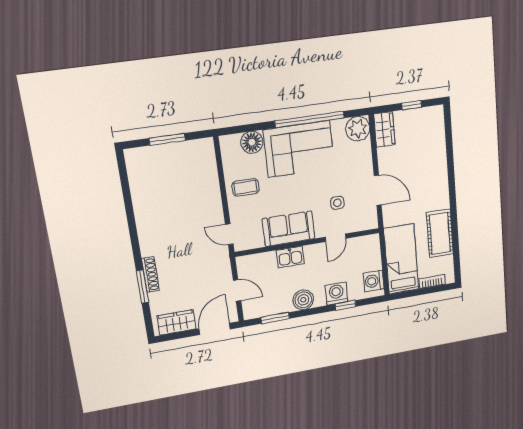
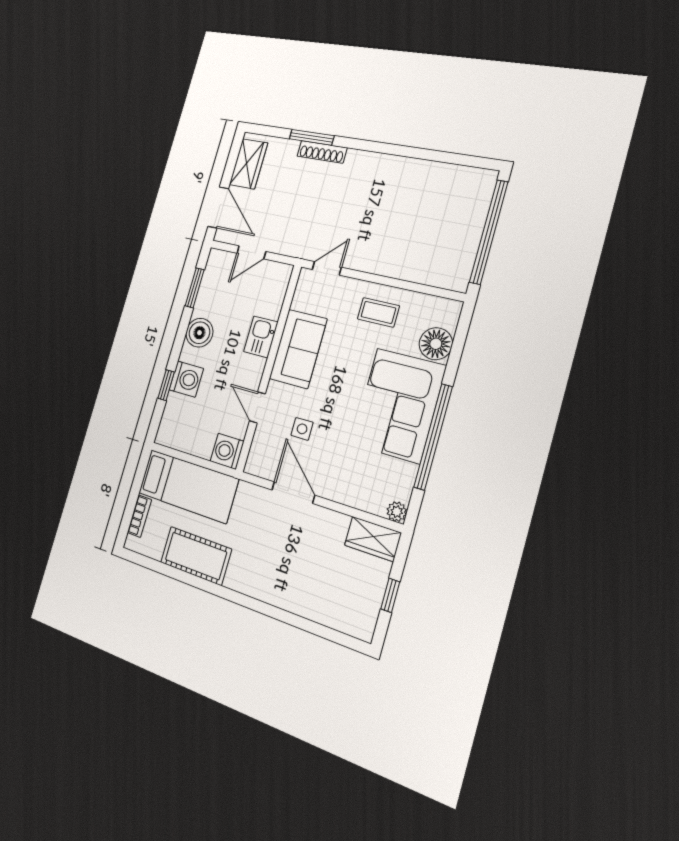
plant: (358, 129) -> (397, 512), width x0.53, depth x0.53
window: (167, 139) -> (489, 232), width x2.11
coffee table: (246, 187) -> (378, 312), turned 90
door: (378, 190) -> (293, 493), swing flipped
washing machine: (374, 281) -> (227, 451), moved, turned -90

